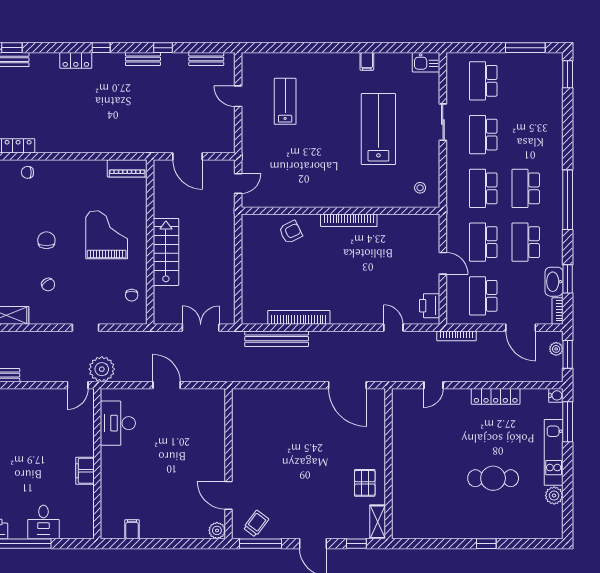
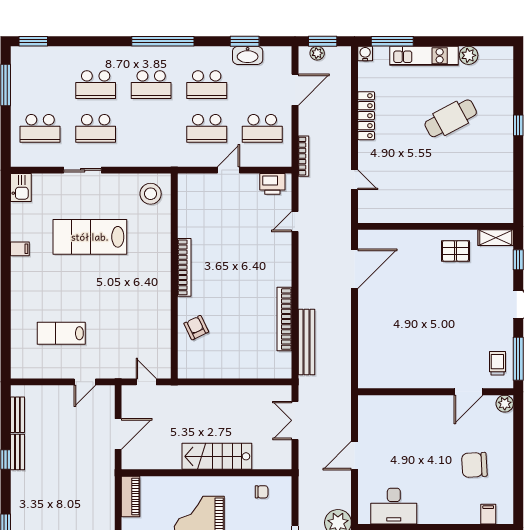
bench: (143, 59) -> (17, 452), moved
door: (238, 96) -> (85, 382), moved
stool: (420, 188) -> (151, 194), width x1.89, depth x1.89
school desk: (483, 188) -> (96, 85), moved
bookcase: (558, 311) -> (278, 52), removed
cafe table: (493, 478) -> (451, 118), turned 62
chair: (158, 501) -> (474, 465), added
trolley: (256, 523) -> (497, 363), turned 53
filing cabinet: (132, 529) -> (488, 514), moved, turned 90

